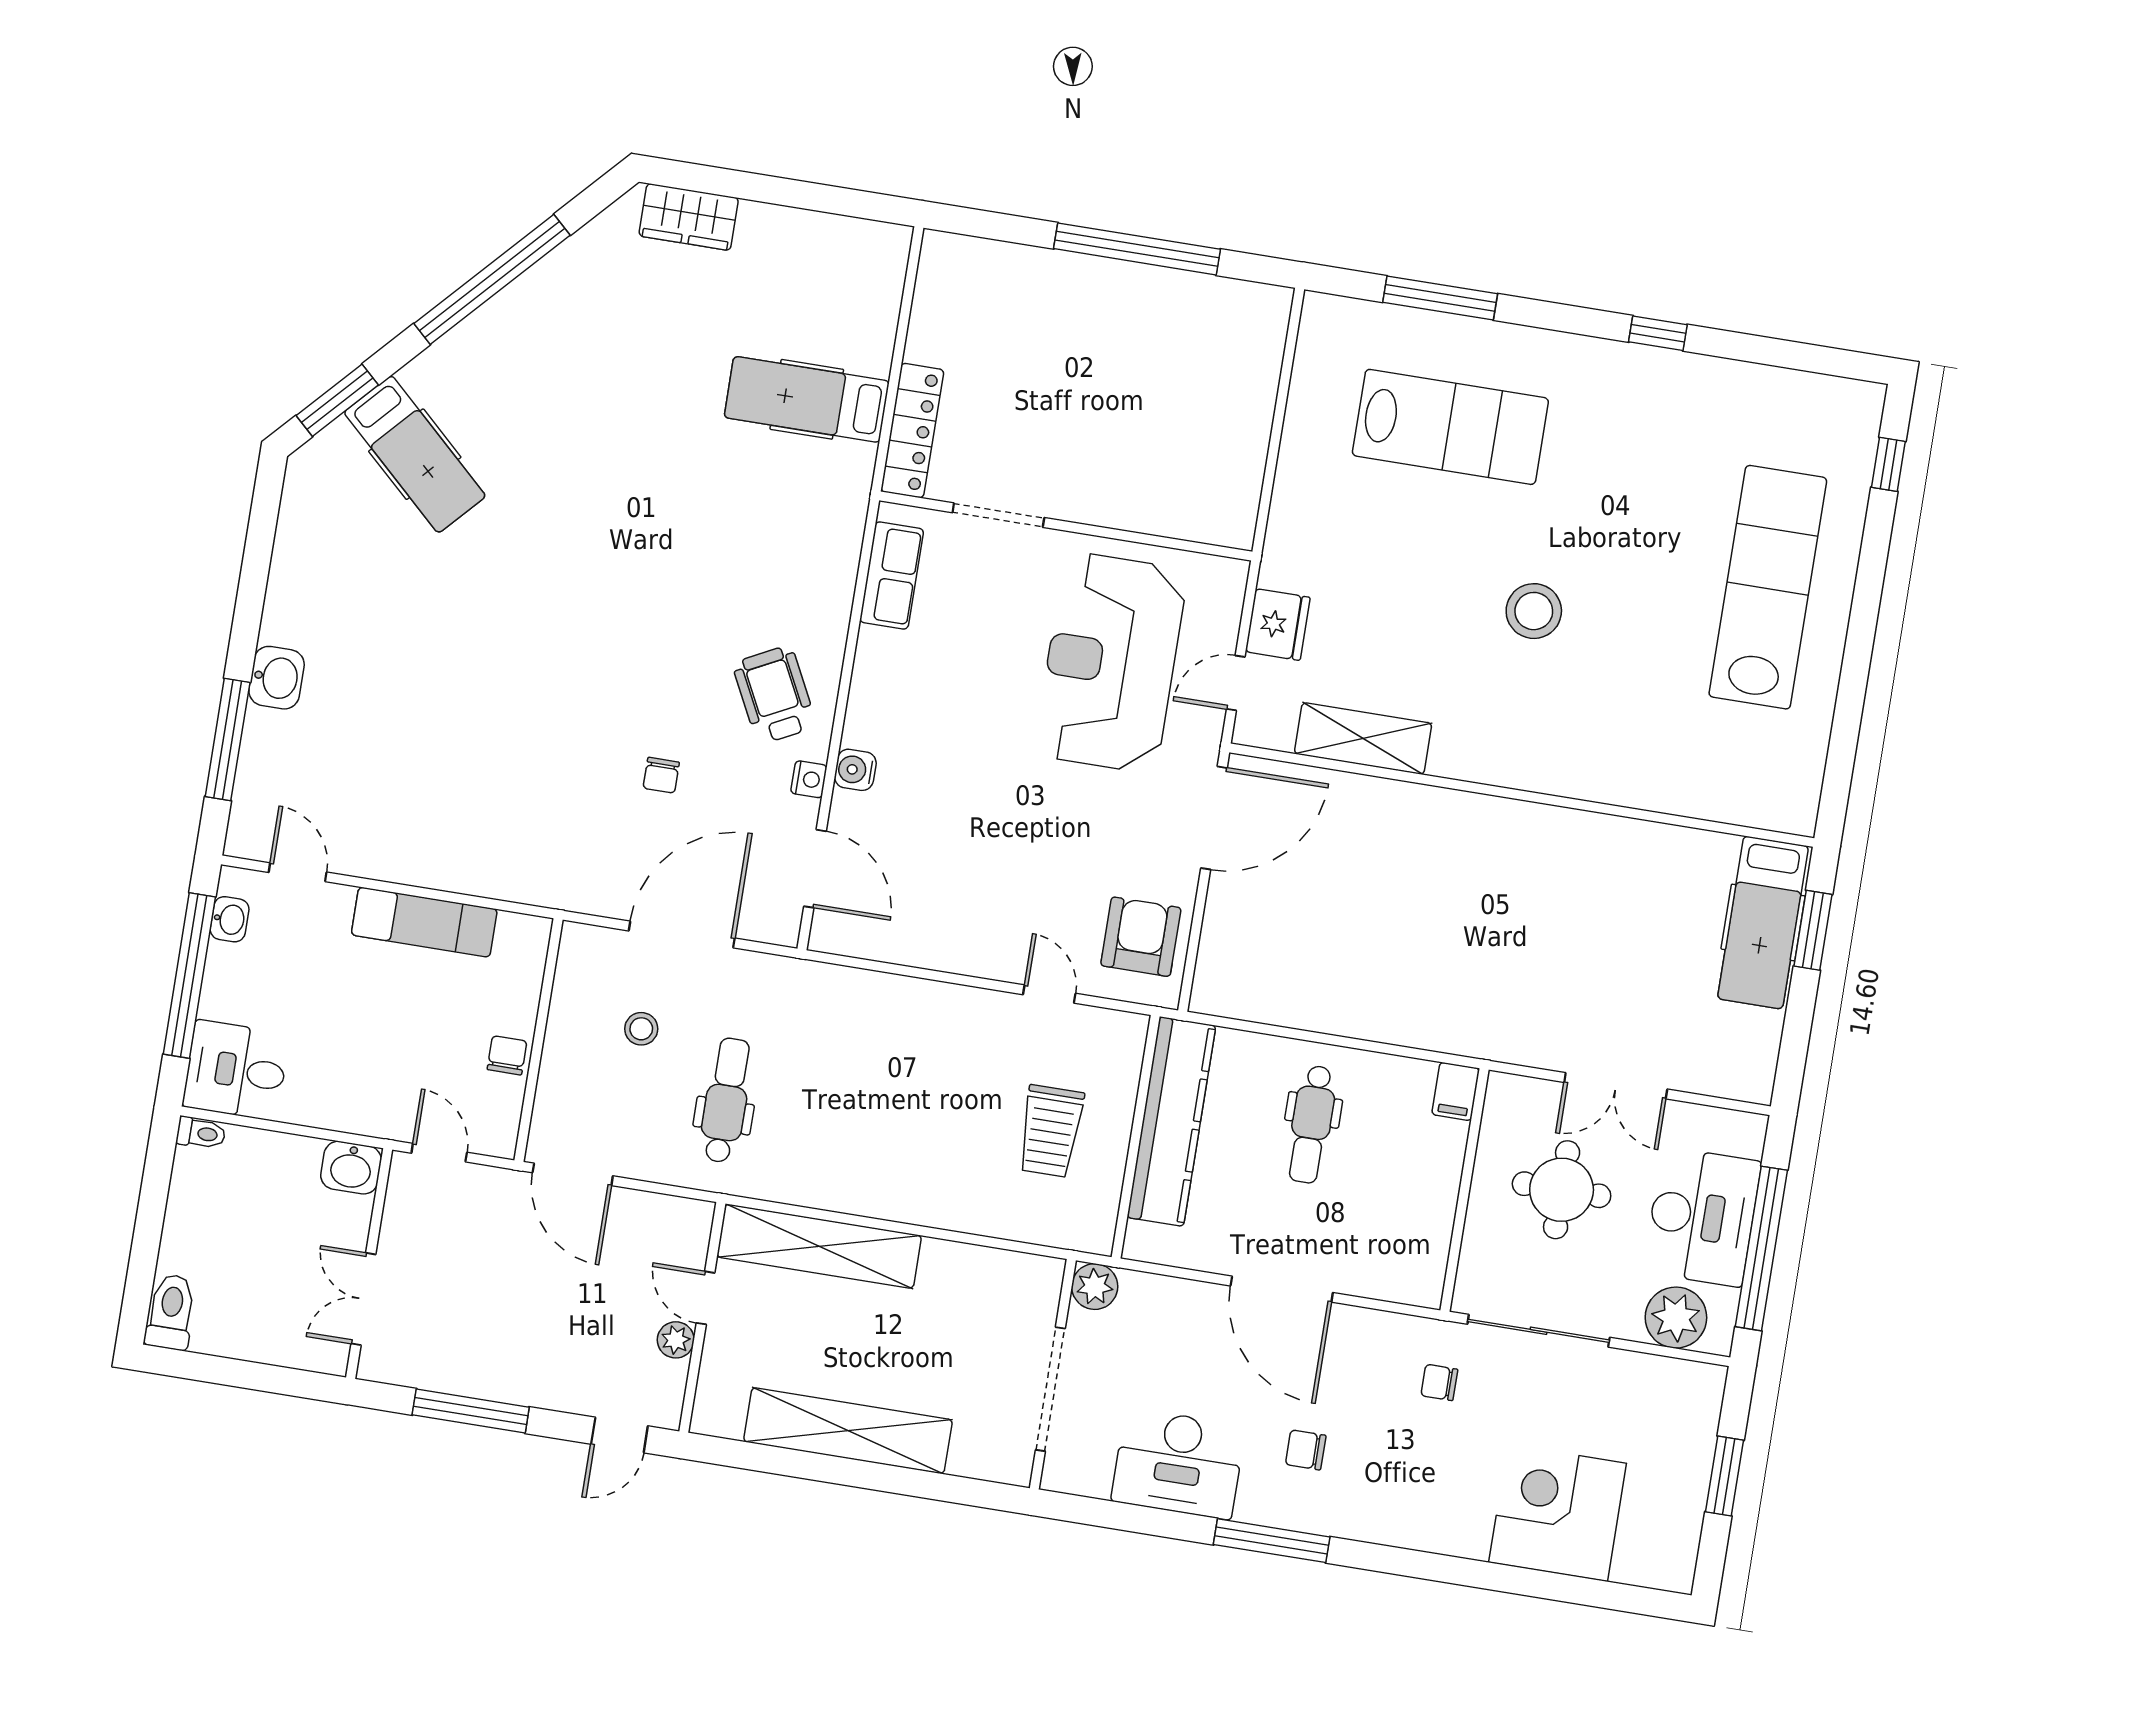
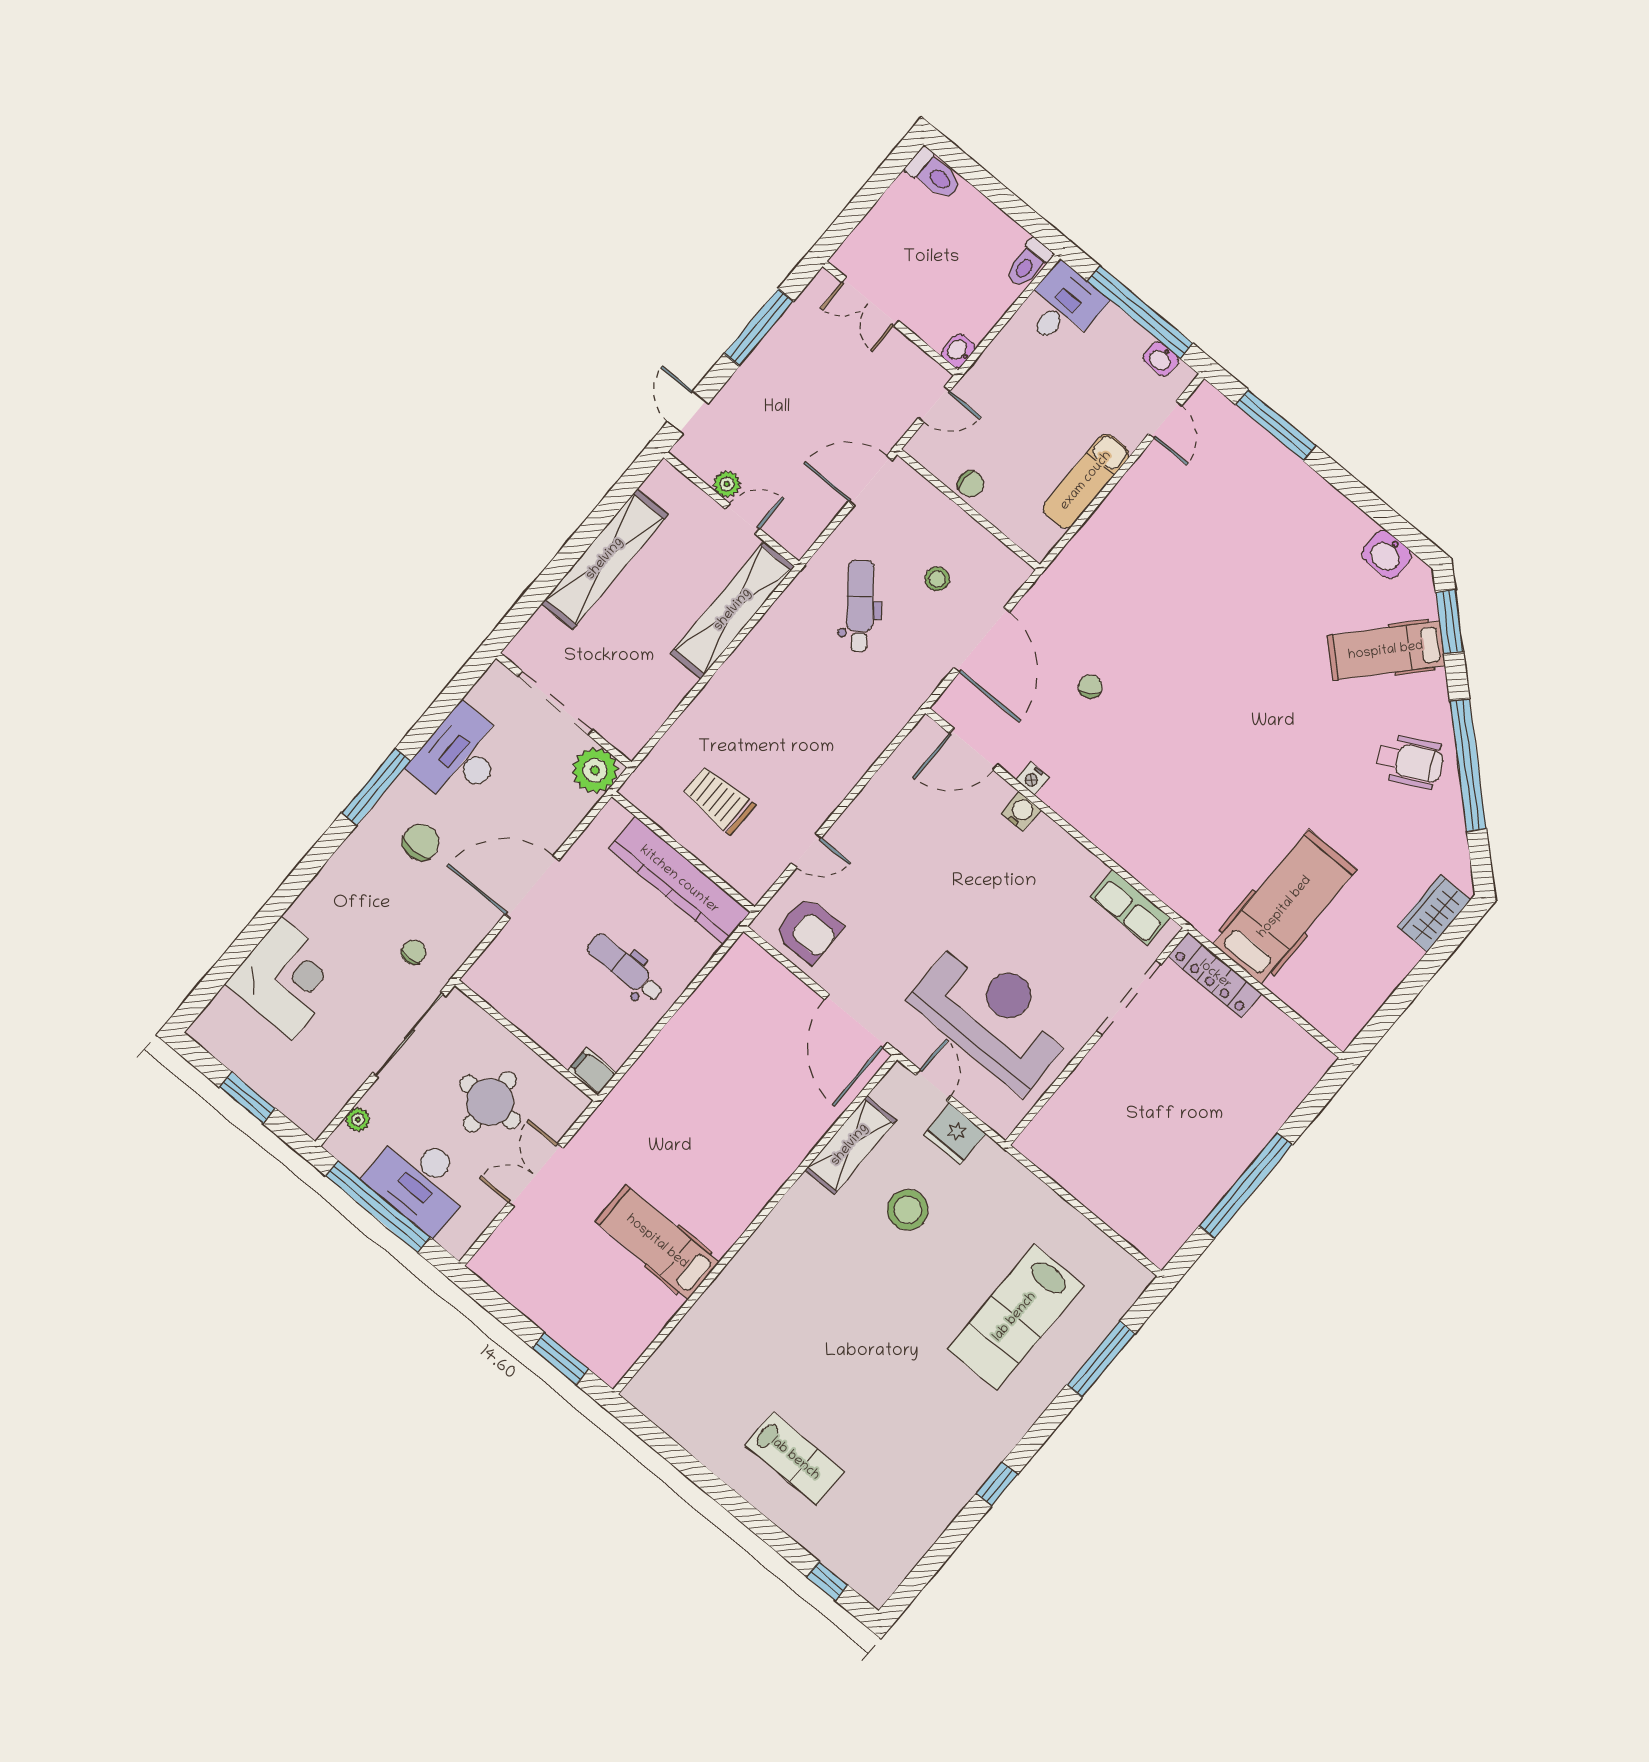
hospital bed: (807, 399) -> (1285, 907), width x1.37, depth x1.29
doorway: (998, 515) -> (1129, 998), width x1.36
lab bench: (1768, 587) -> (795, 1459), width x0.54, depth x0.72
stool: (1534, 611) -> (908, 1210), moved
washbasin: (277, 678) -> (1387, 555), moved
wheelchair: (775, 695) -> (1410, 761), moved
chair: (661, 775) -> (1090, 687), turned 56
door: (298, 872) -> (1165, 420), hinge flipped
hospital bed: (1763, 922) -> (657, 1242), moved
dental chair: (726, 1100) -> (860, 606), turned -128
toilet: (201, 1133) -> (1029, 263), width x1.37, depth x1.39
washbasin: (351, 1168) -> (958, 351), width x0.72, depth x0.69
plant: (1095, 1287) -> (595, 770), width x1.36, depth x1.36
double door: (363, 1299) -> (870, 301), swing flipped
plant: (1676, 1318) -> (358, 1120), width x0.53, depth x0.53
chair: (1306, 1450) -> (421, 842), width x1.37, depth x1.37

